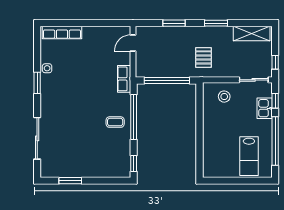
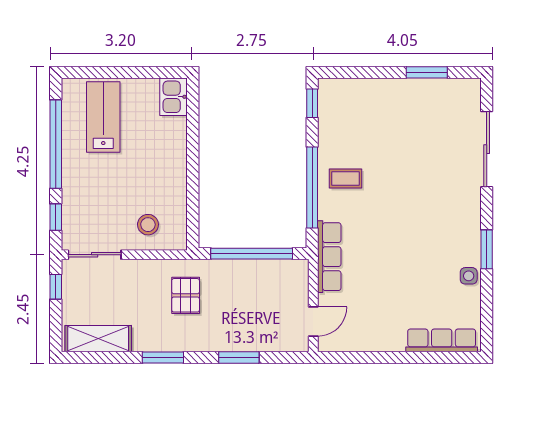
row of seats: (124, 79) -> (329, 257), width x1.48
kitchen sink: (265, 108) -> (174, 97), moved, turned 180

